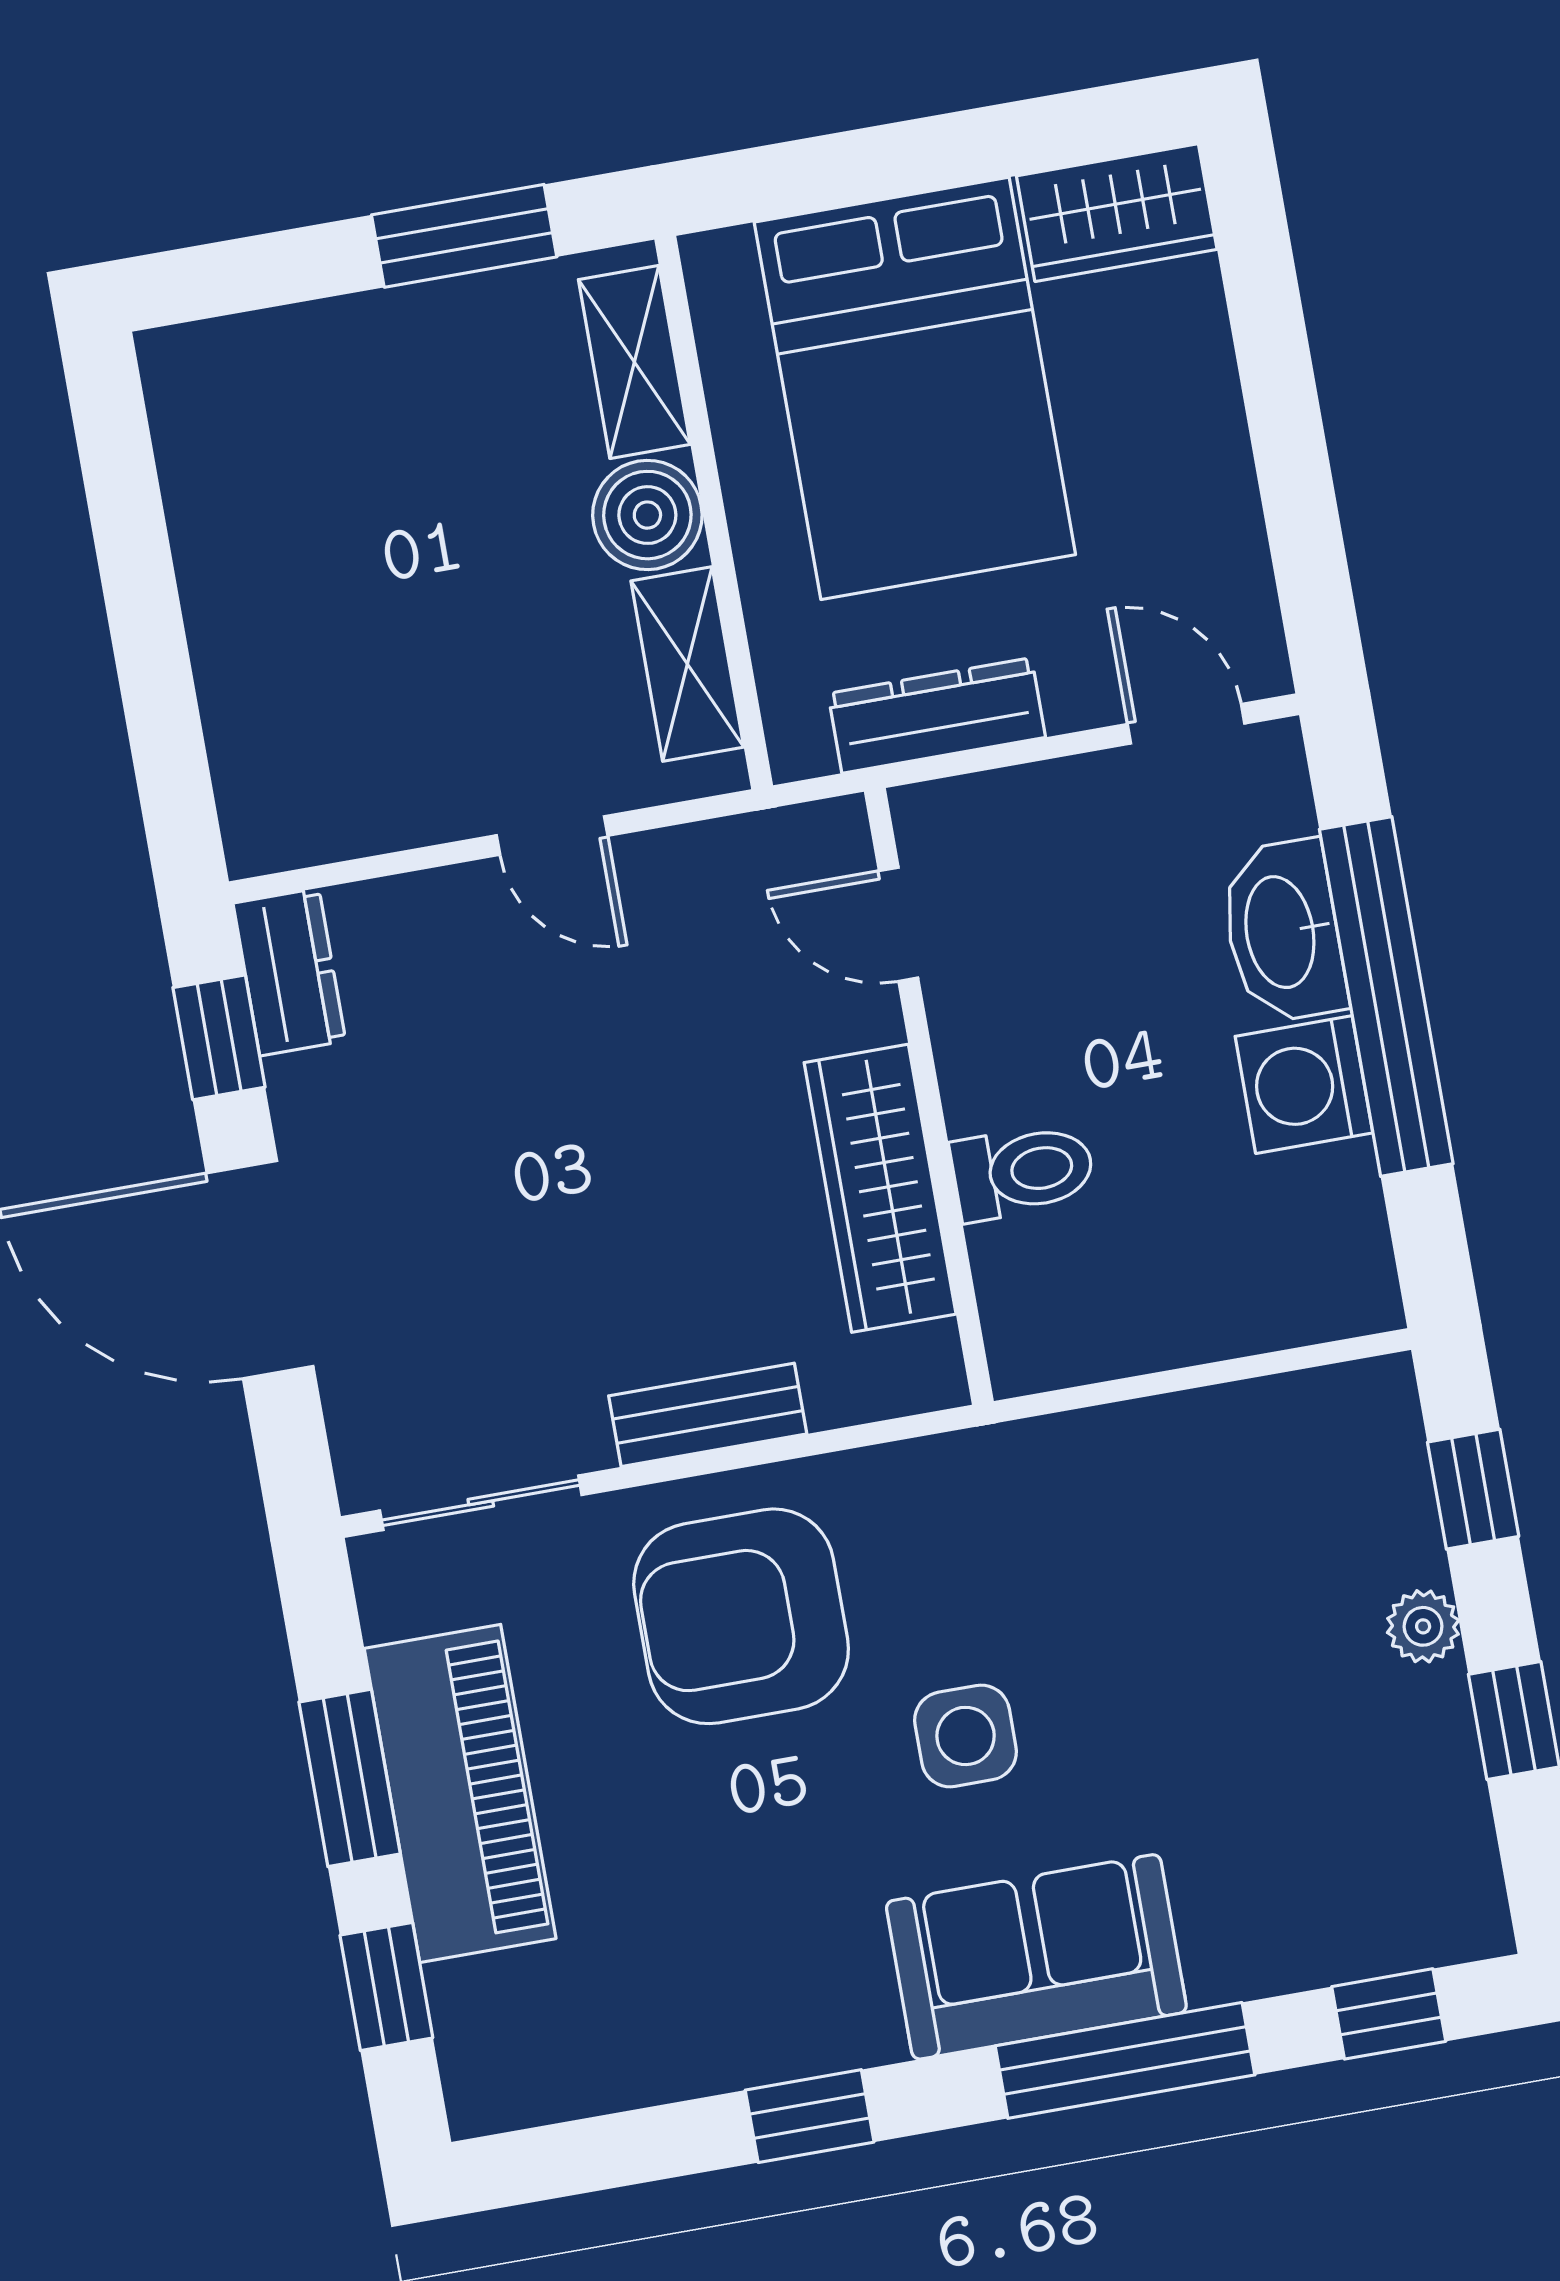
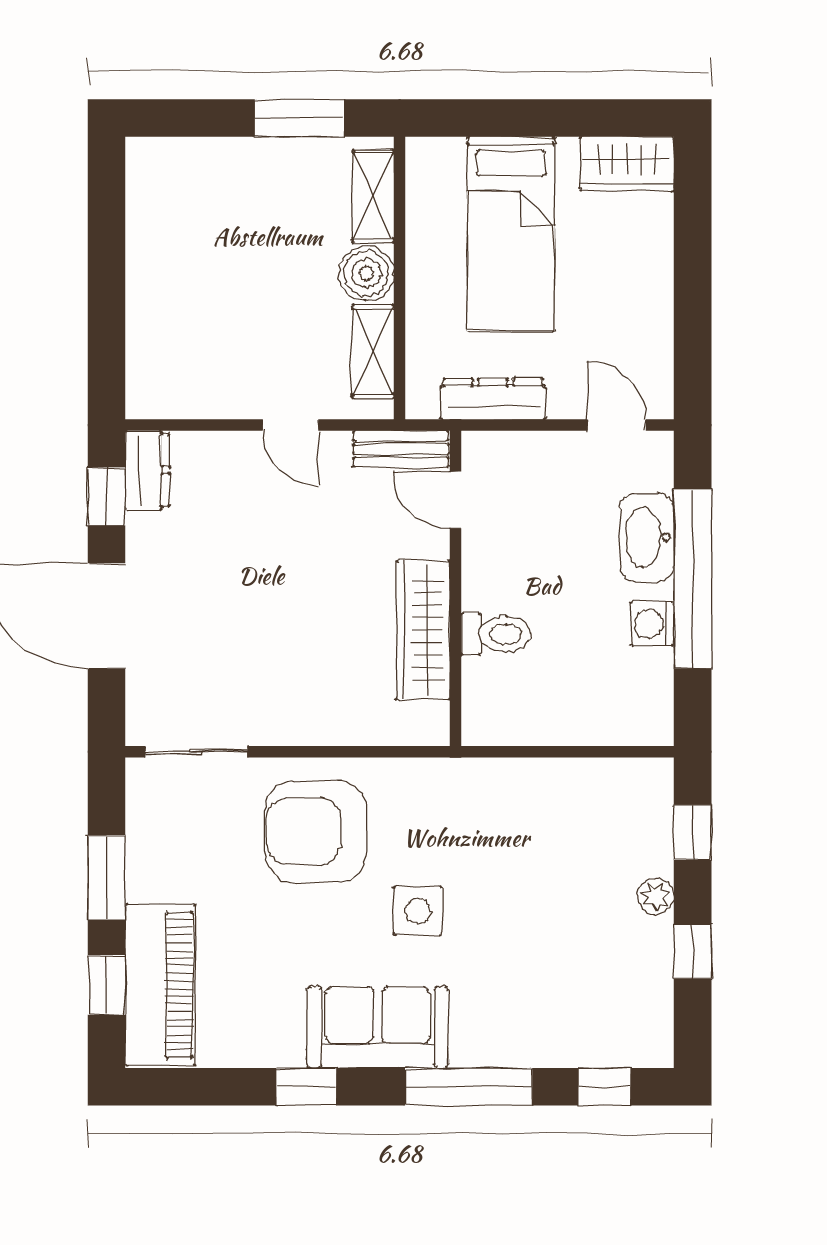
bed: (915, 388) -> (511, 234), width x0.67
washing machine: (1304, 1085) -> (652, 624), width x0.73, depth x0.73
bench: (708, 1415) -> (401, 449), moved
piano: (460, 1793) -> (160, 985), moved
sofa: (1036, 1957) -> (378, 1027), moved

